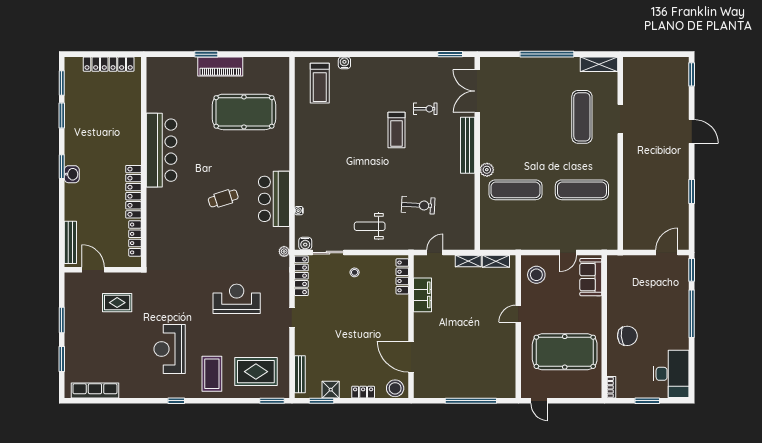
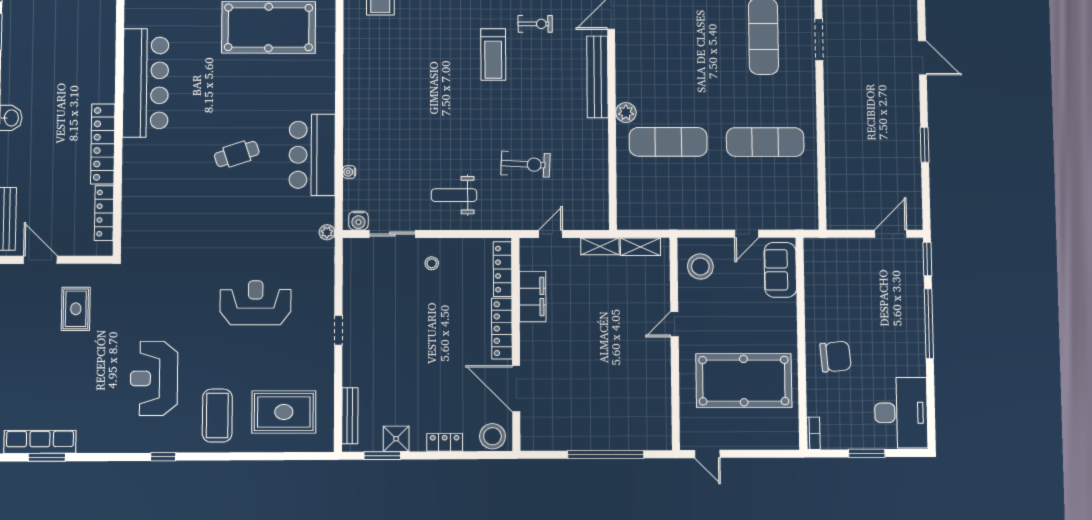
locker: (301, 276) -> (502, 329), moved, turned 180
rug: (117, 303) -> (76, 309), turned 90
window: (272, 401) -> (47, 457), moved

